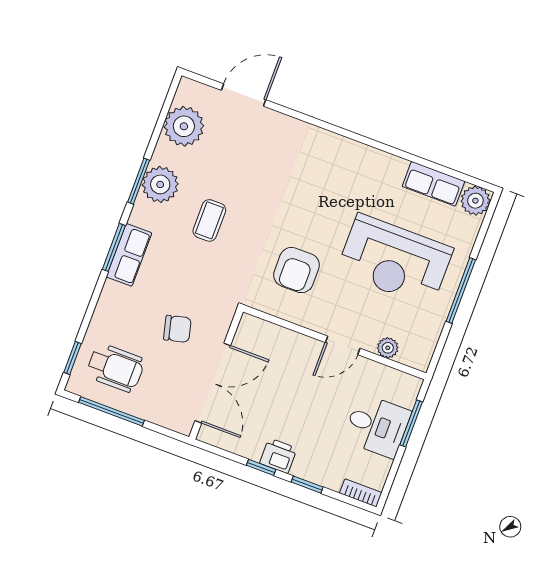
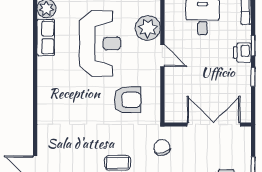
chair: (177, 329) -> (162, 148), moved
plant: (388, 348) -> (148, 28), width x1.87, depth x1.87
printer: (278, 456) -> (242, 53), moved

